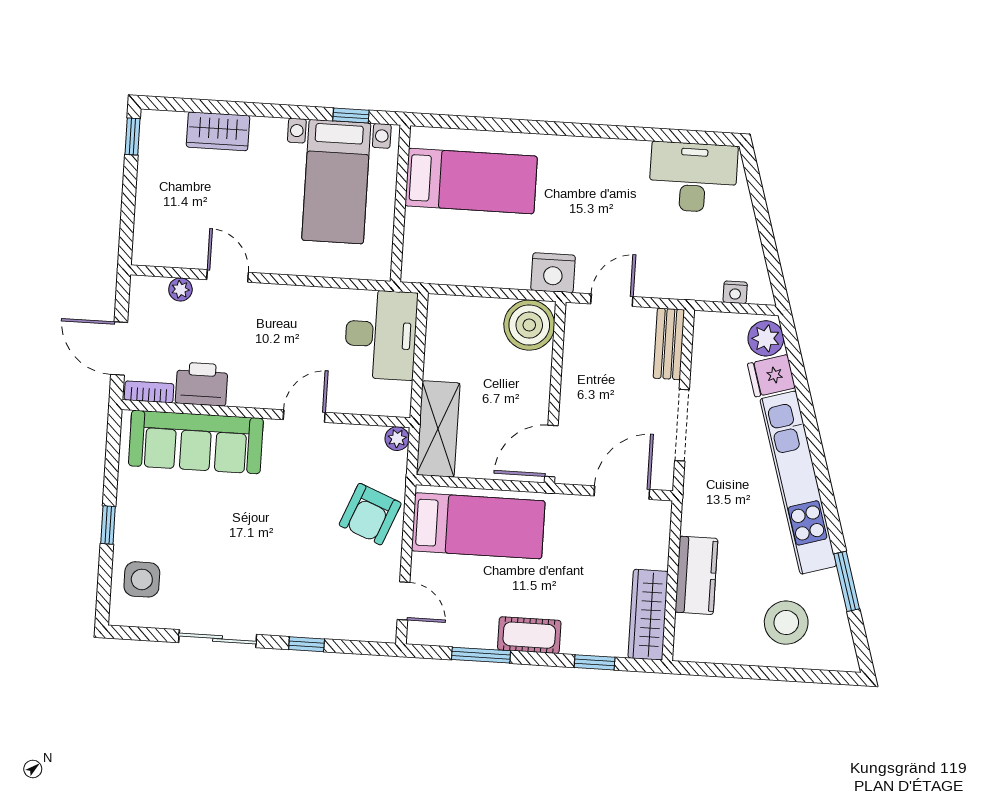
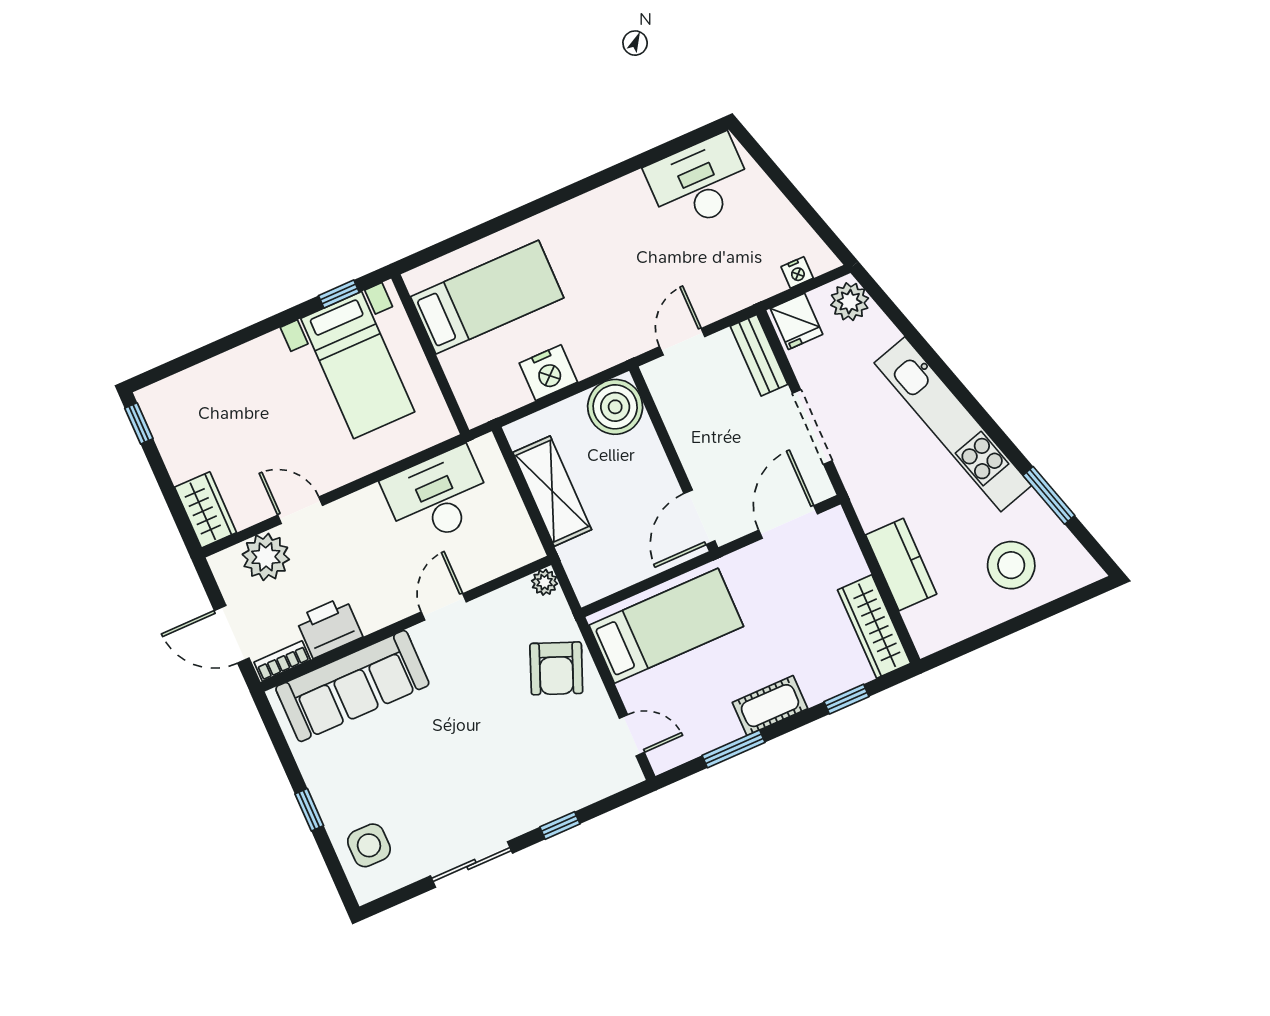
wardrobe: (218, 131) -> (206, 510), moved, turned -90
nightstand: (553, 273) -> (548, 373), moved
plant: (180, 289) -> (266, 557), width x1.88, depth x1.88
desk: (381, 335) -> (438, 496), moved, turned -90
fridge: (771, 376) -> (797, 321), moved, turned -73
shelving: (438, 429) -> (552, 491), moved

